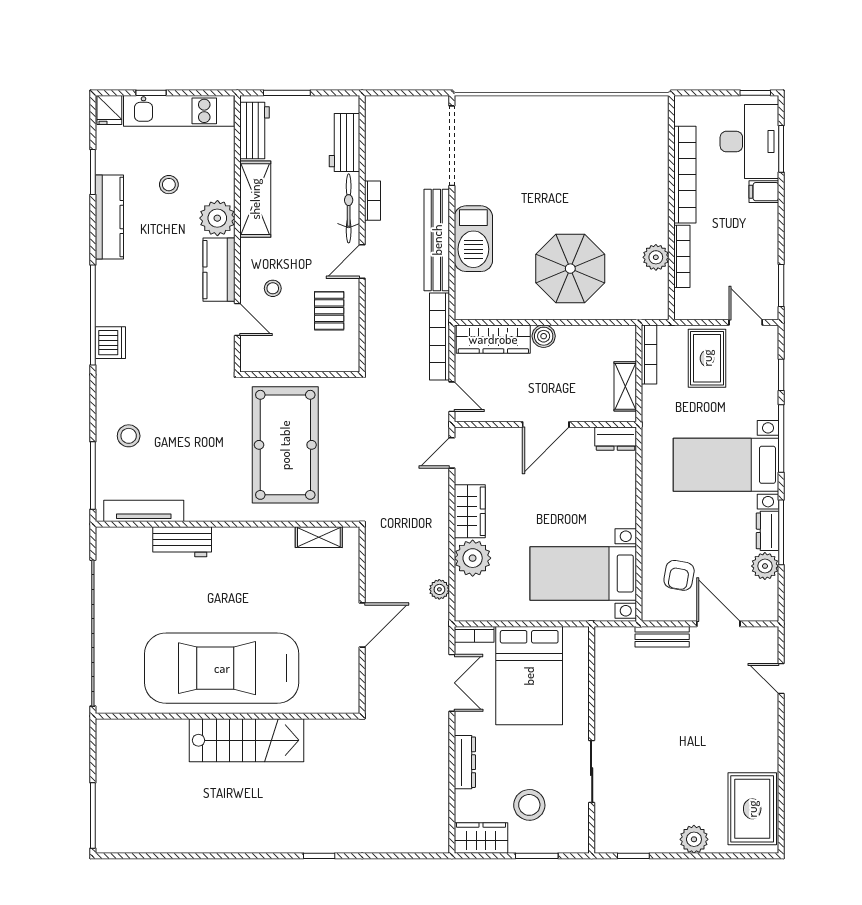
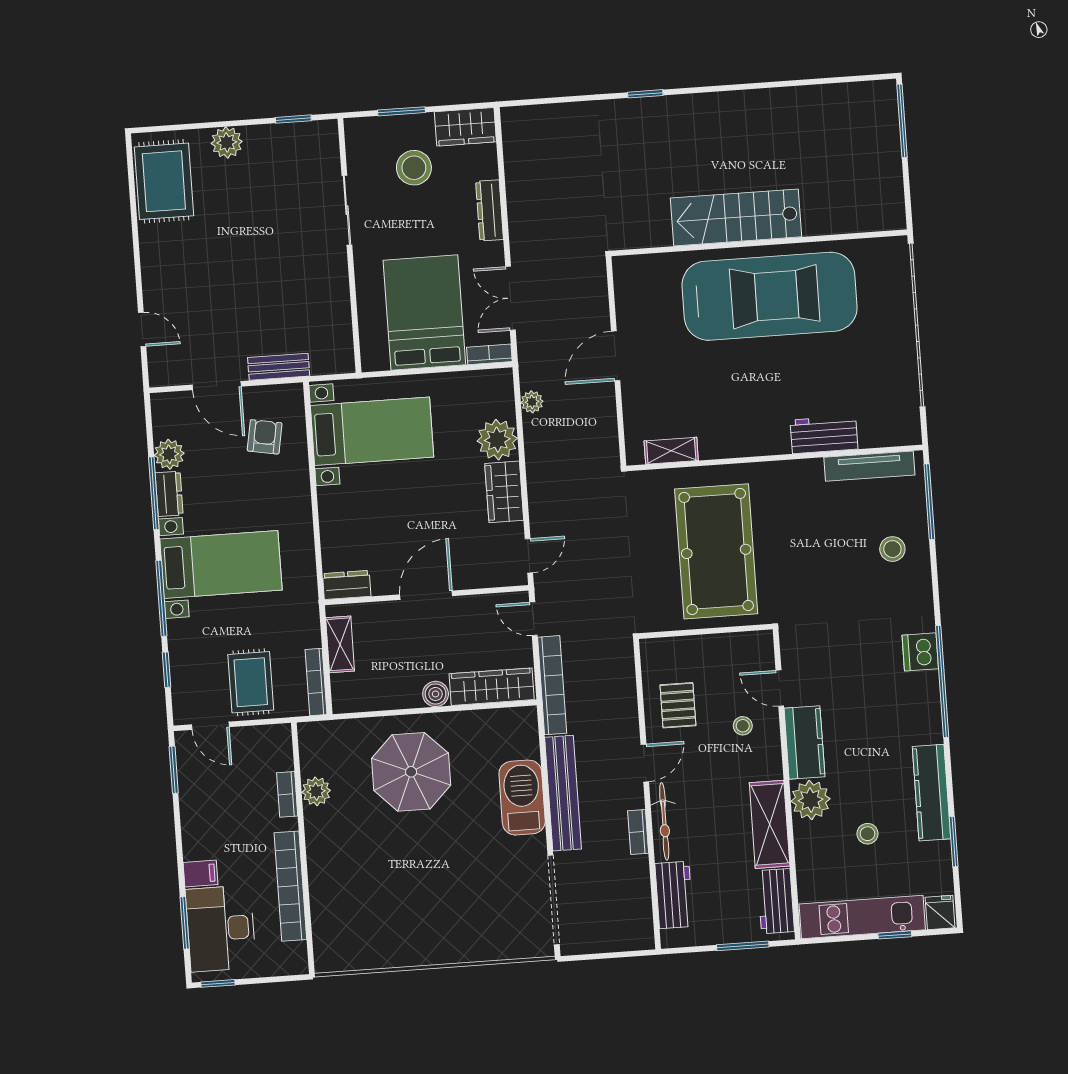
bookcase: (682, 256) -> (287, 794), width x0.64

